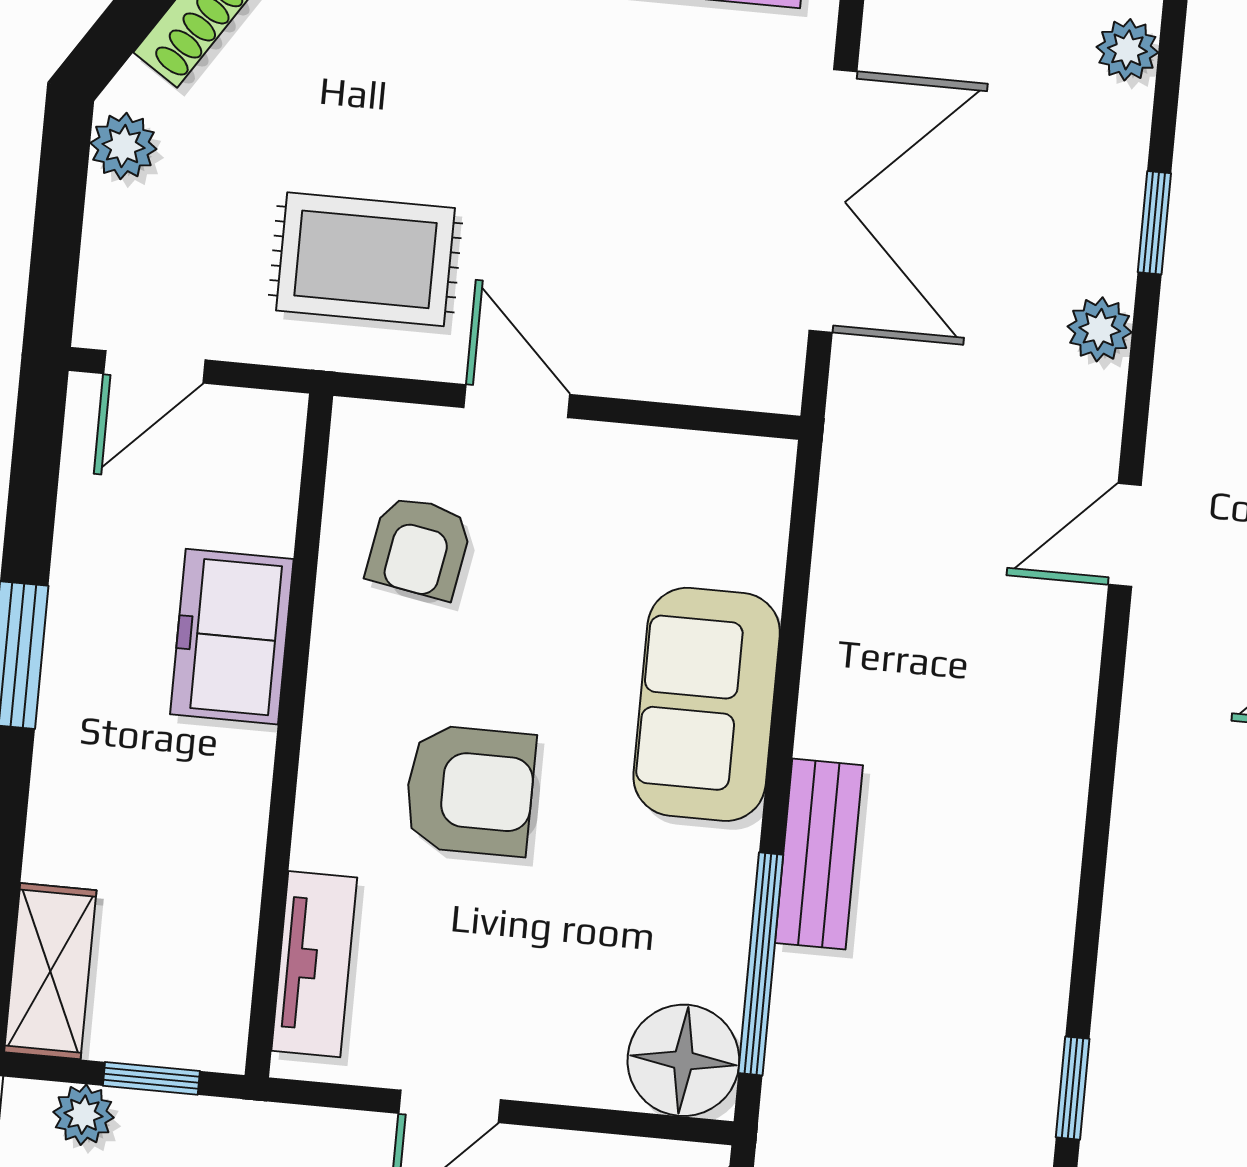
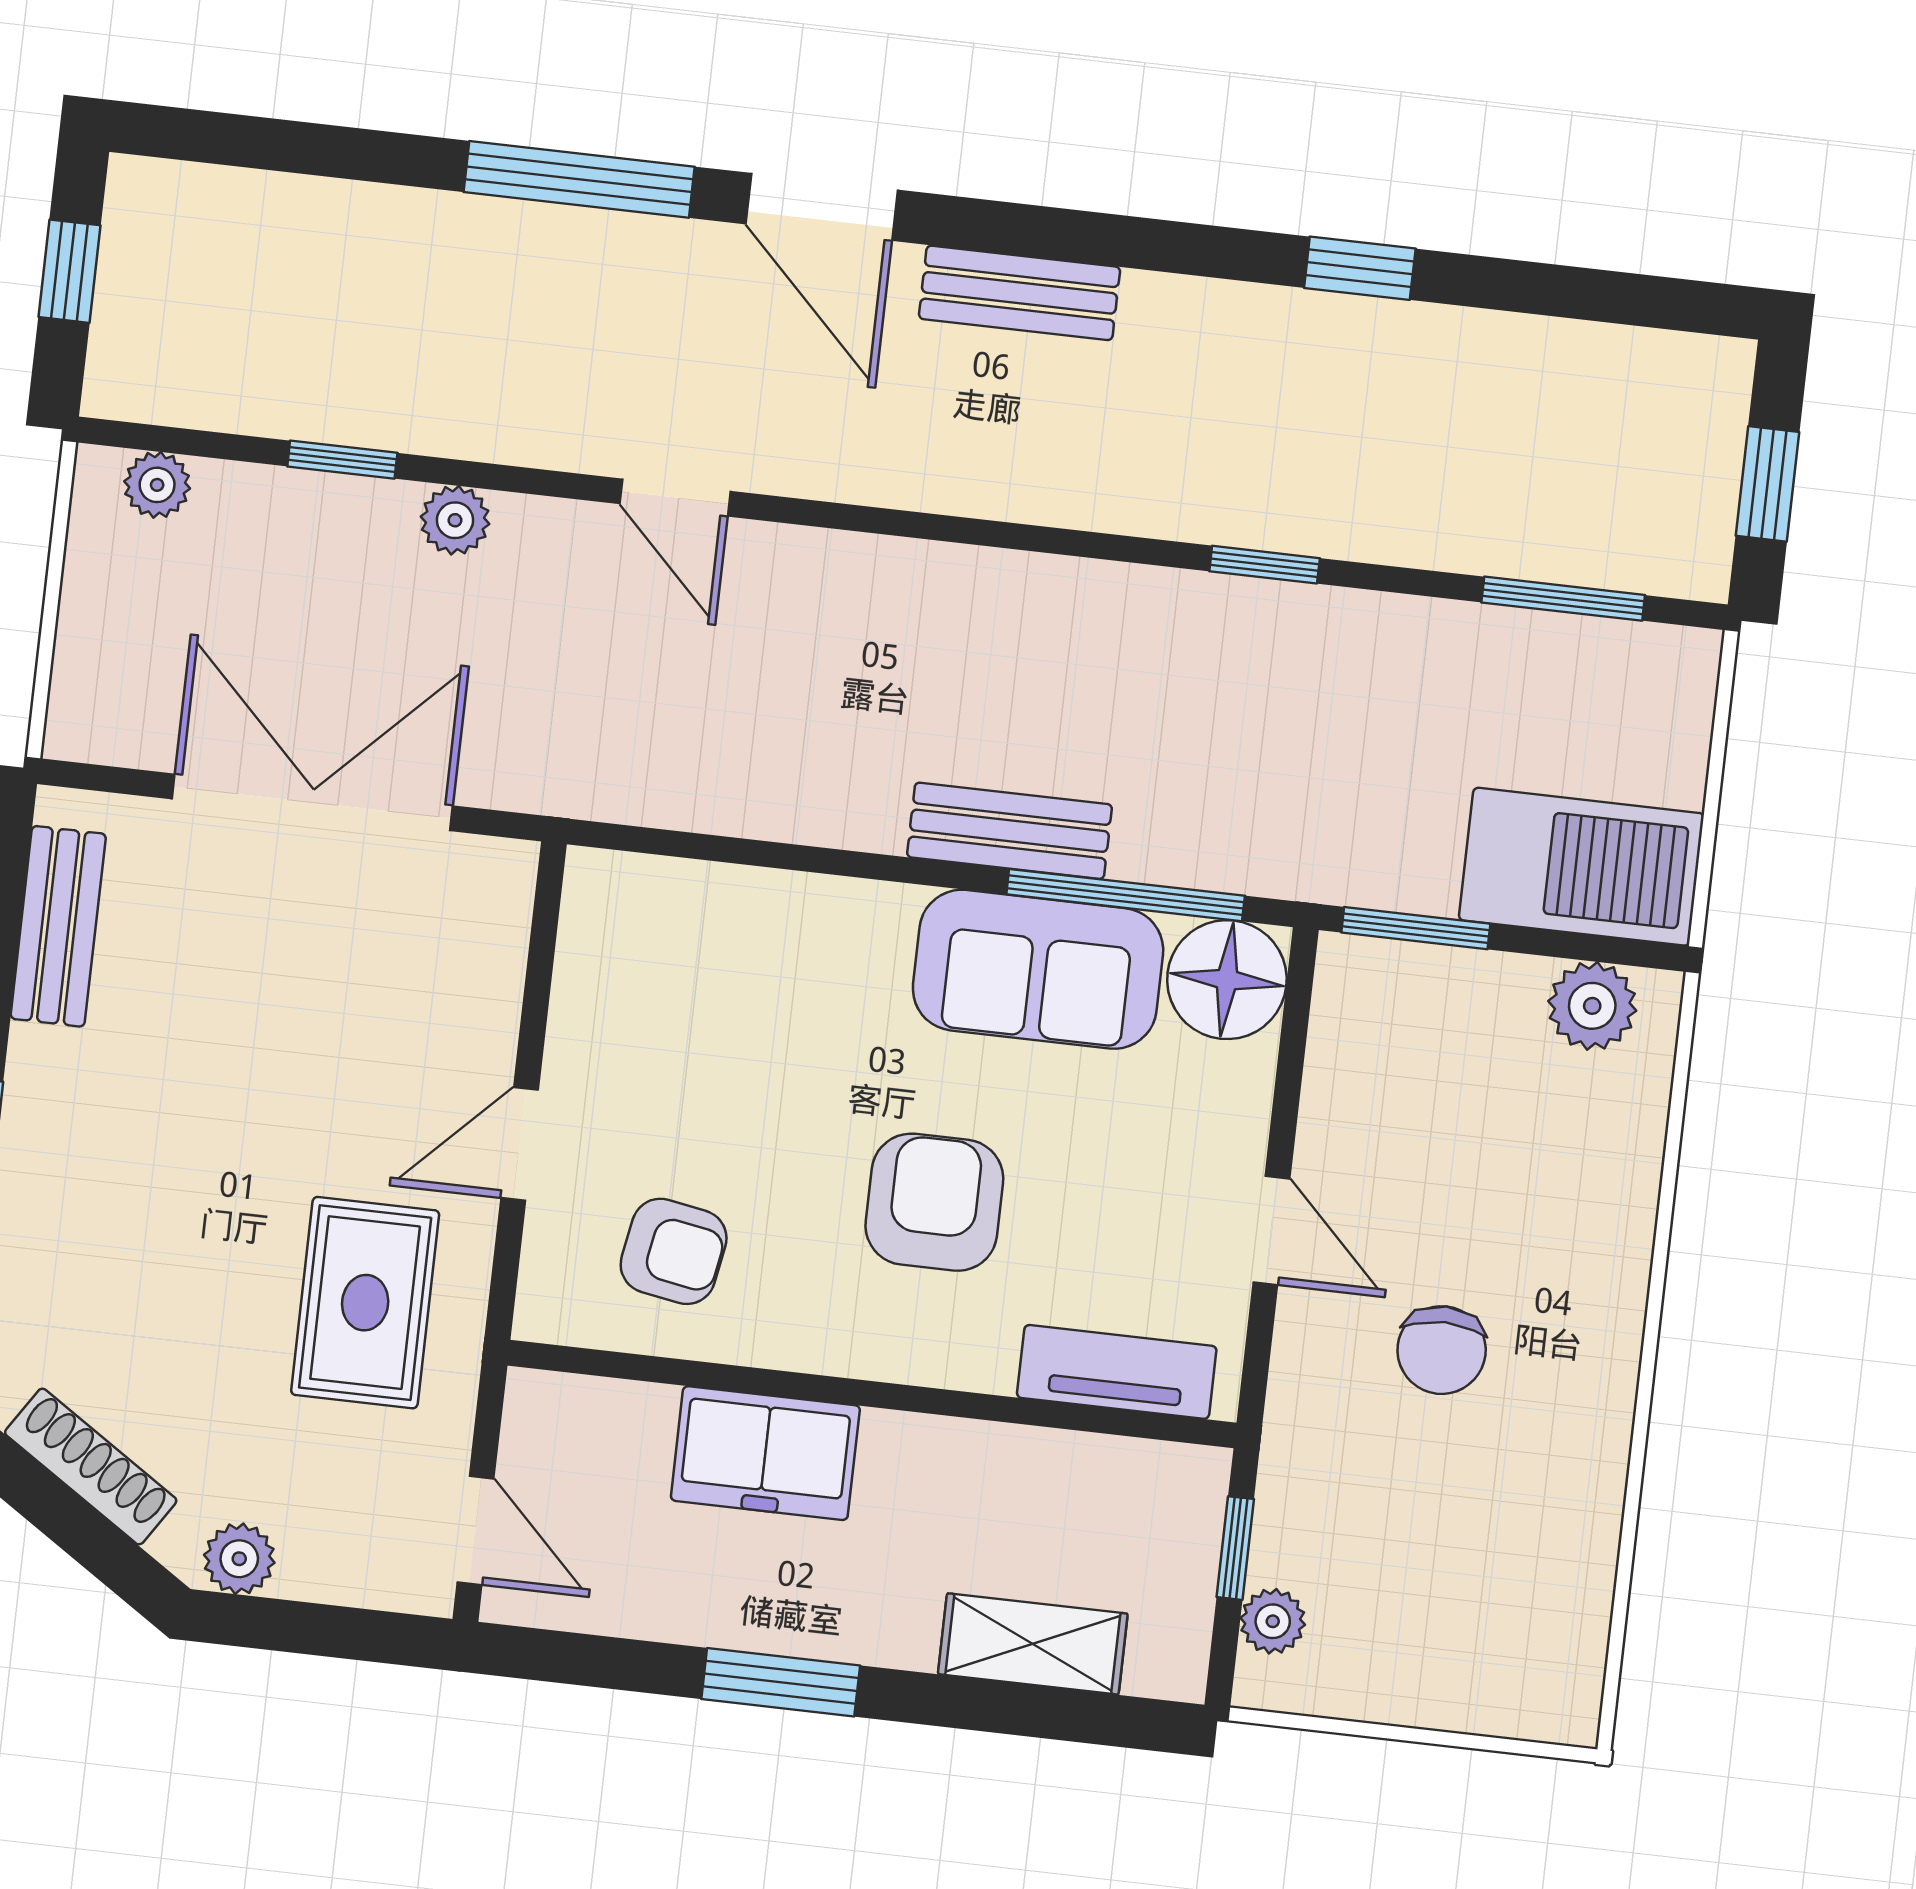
sofa: (707, 704) -> (1038, 969), moved
shelving: (50, 971) -> (1033, 1644), moved

